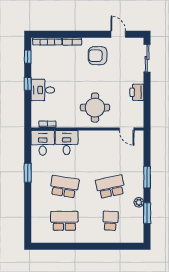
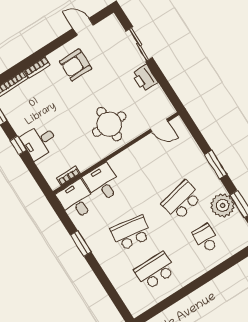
sliding door: (147, 58) -> (139, 44), moved
plant: (139, 202) -> (223, 205), width x1.88, depth x1.88

